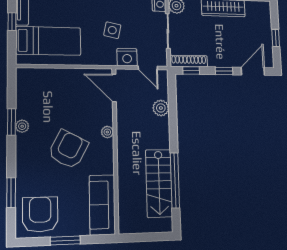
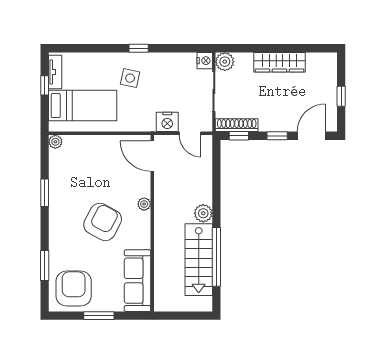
side table: (112, 30) -> (130, 78), moved
plant: (161, 108) -> (203, 213), moved
plant: (22, 126) -> (55, 142), moved

